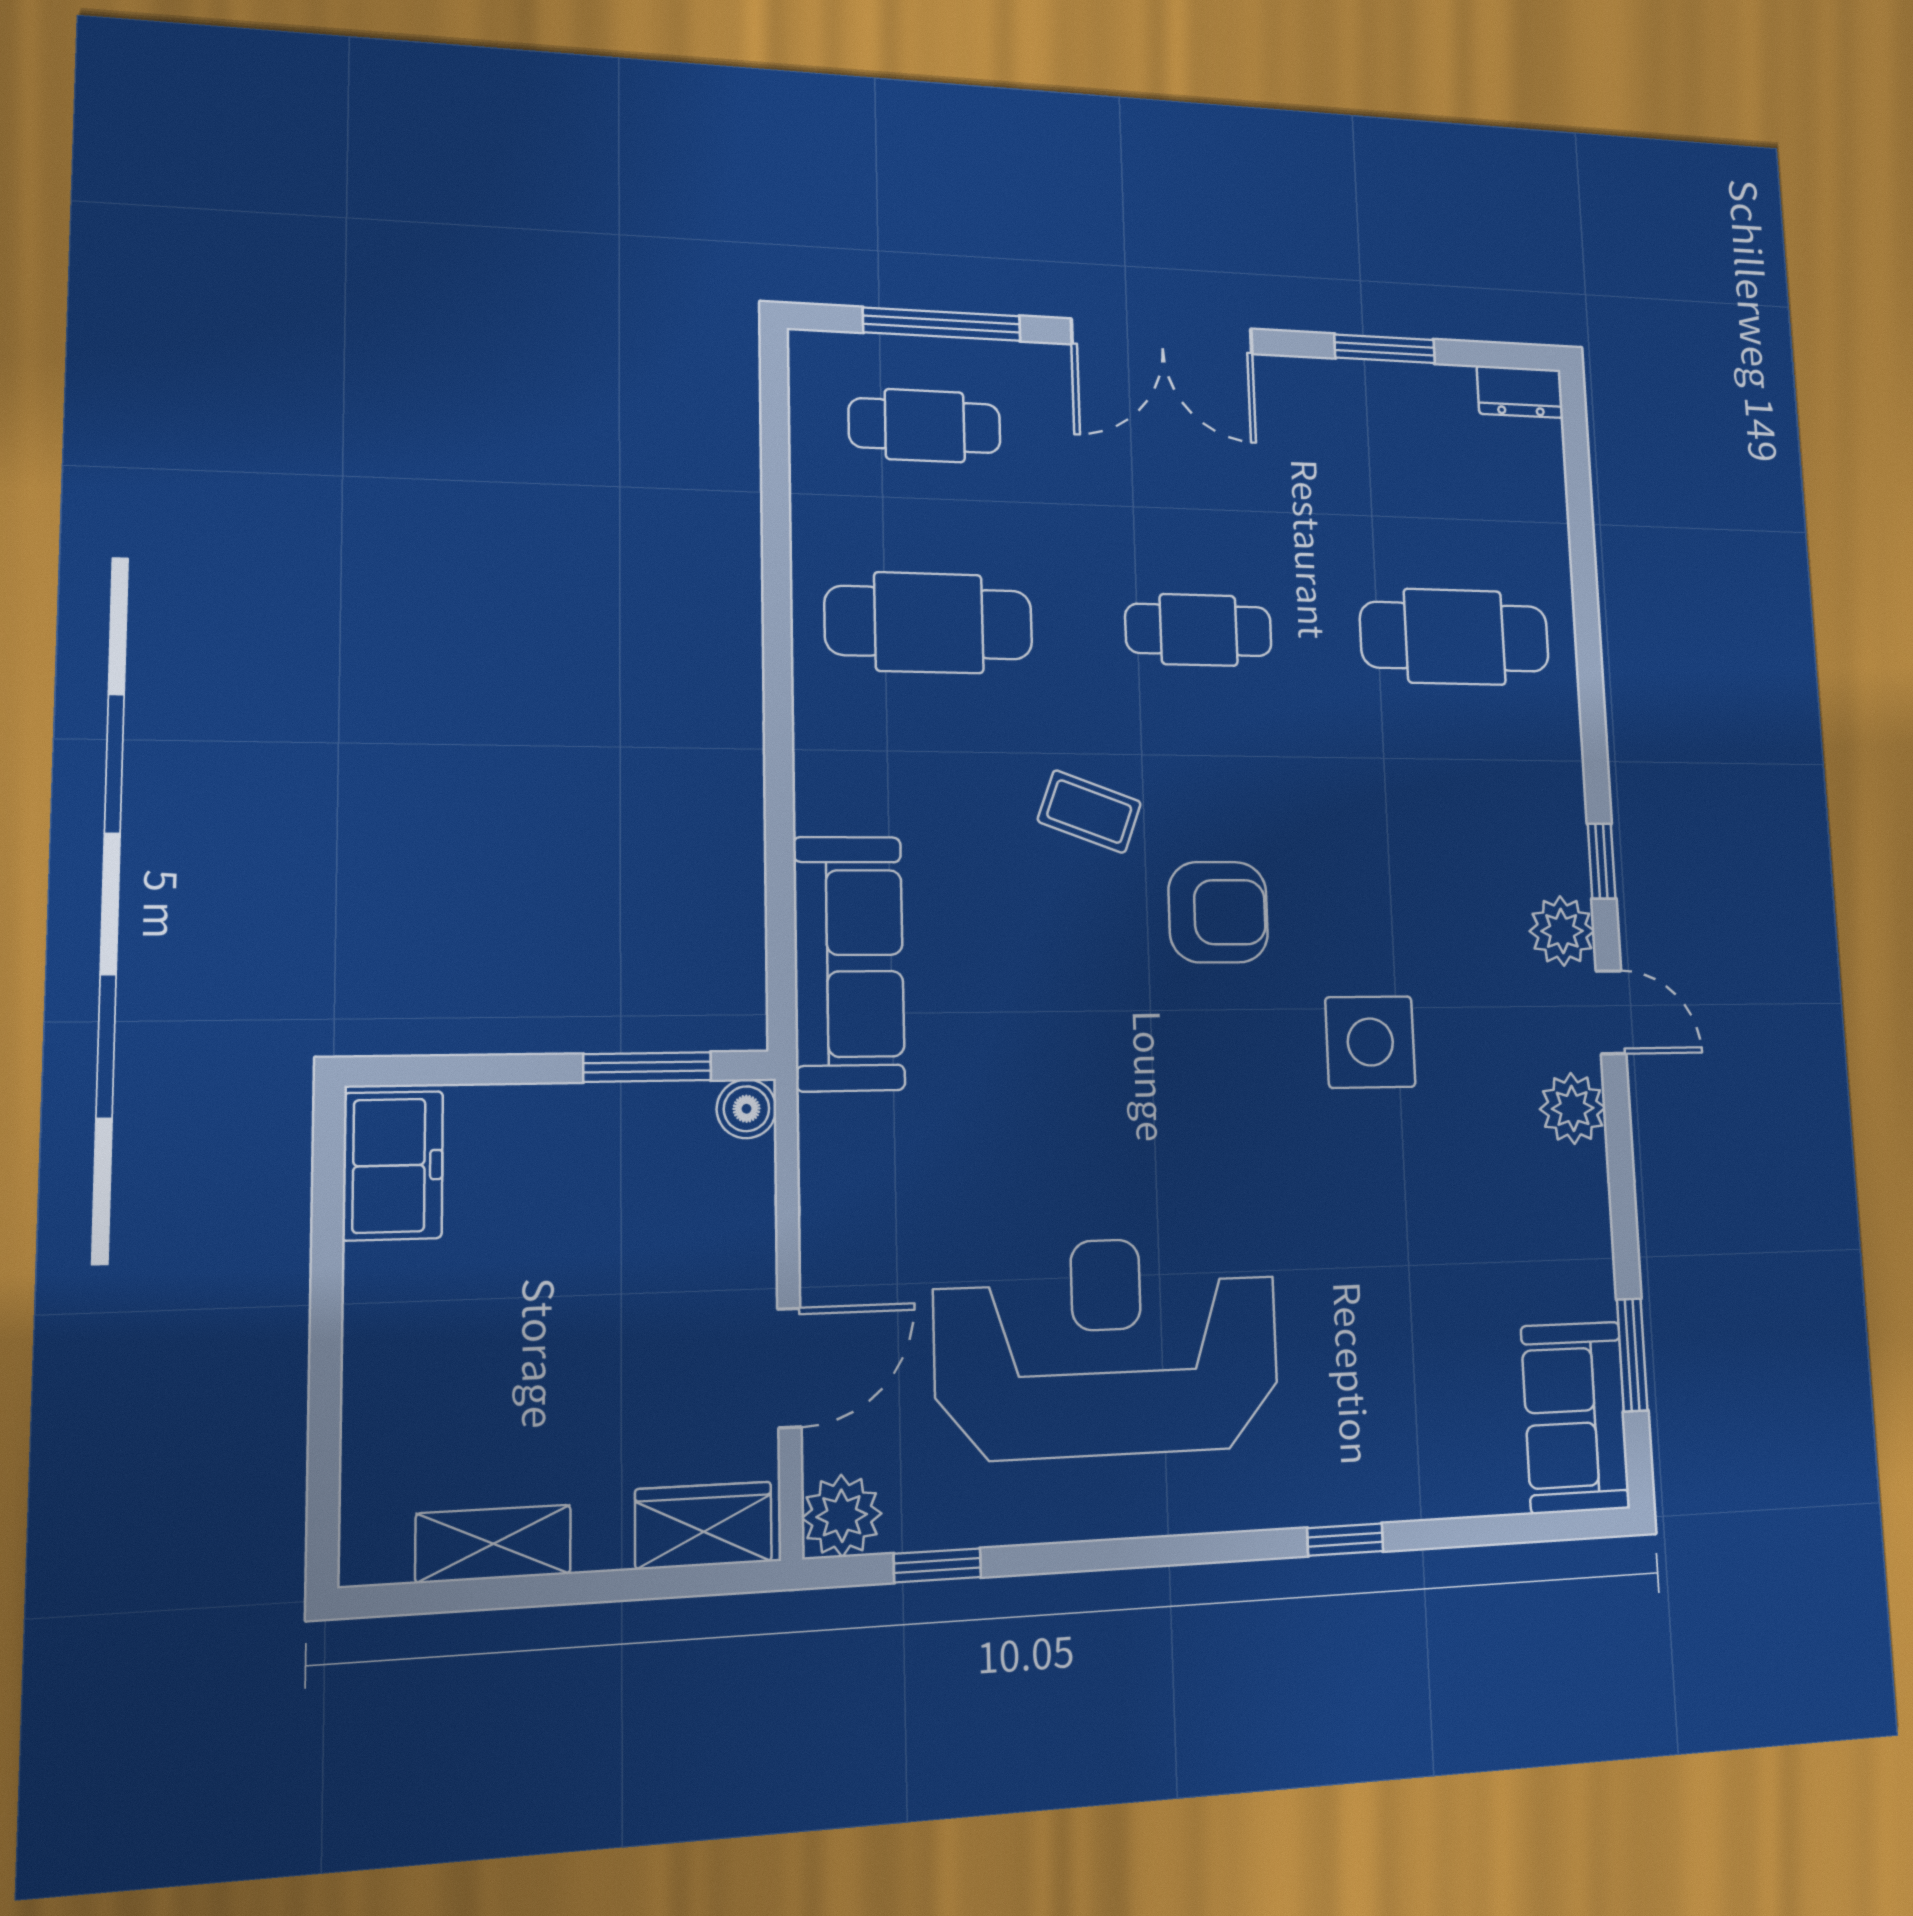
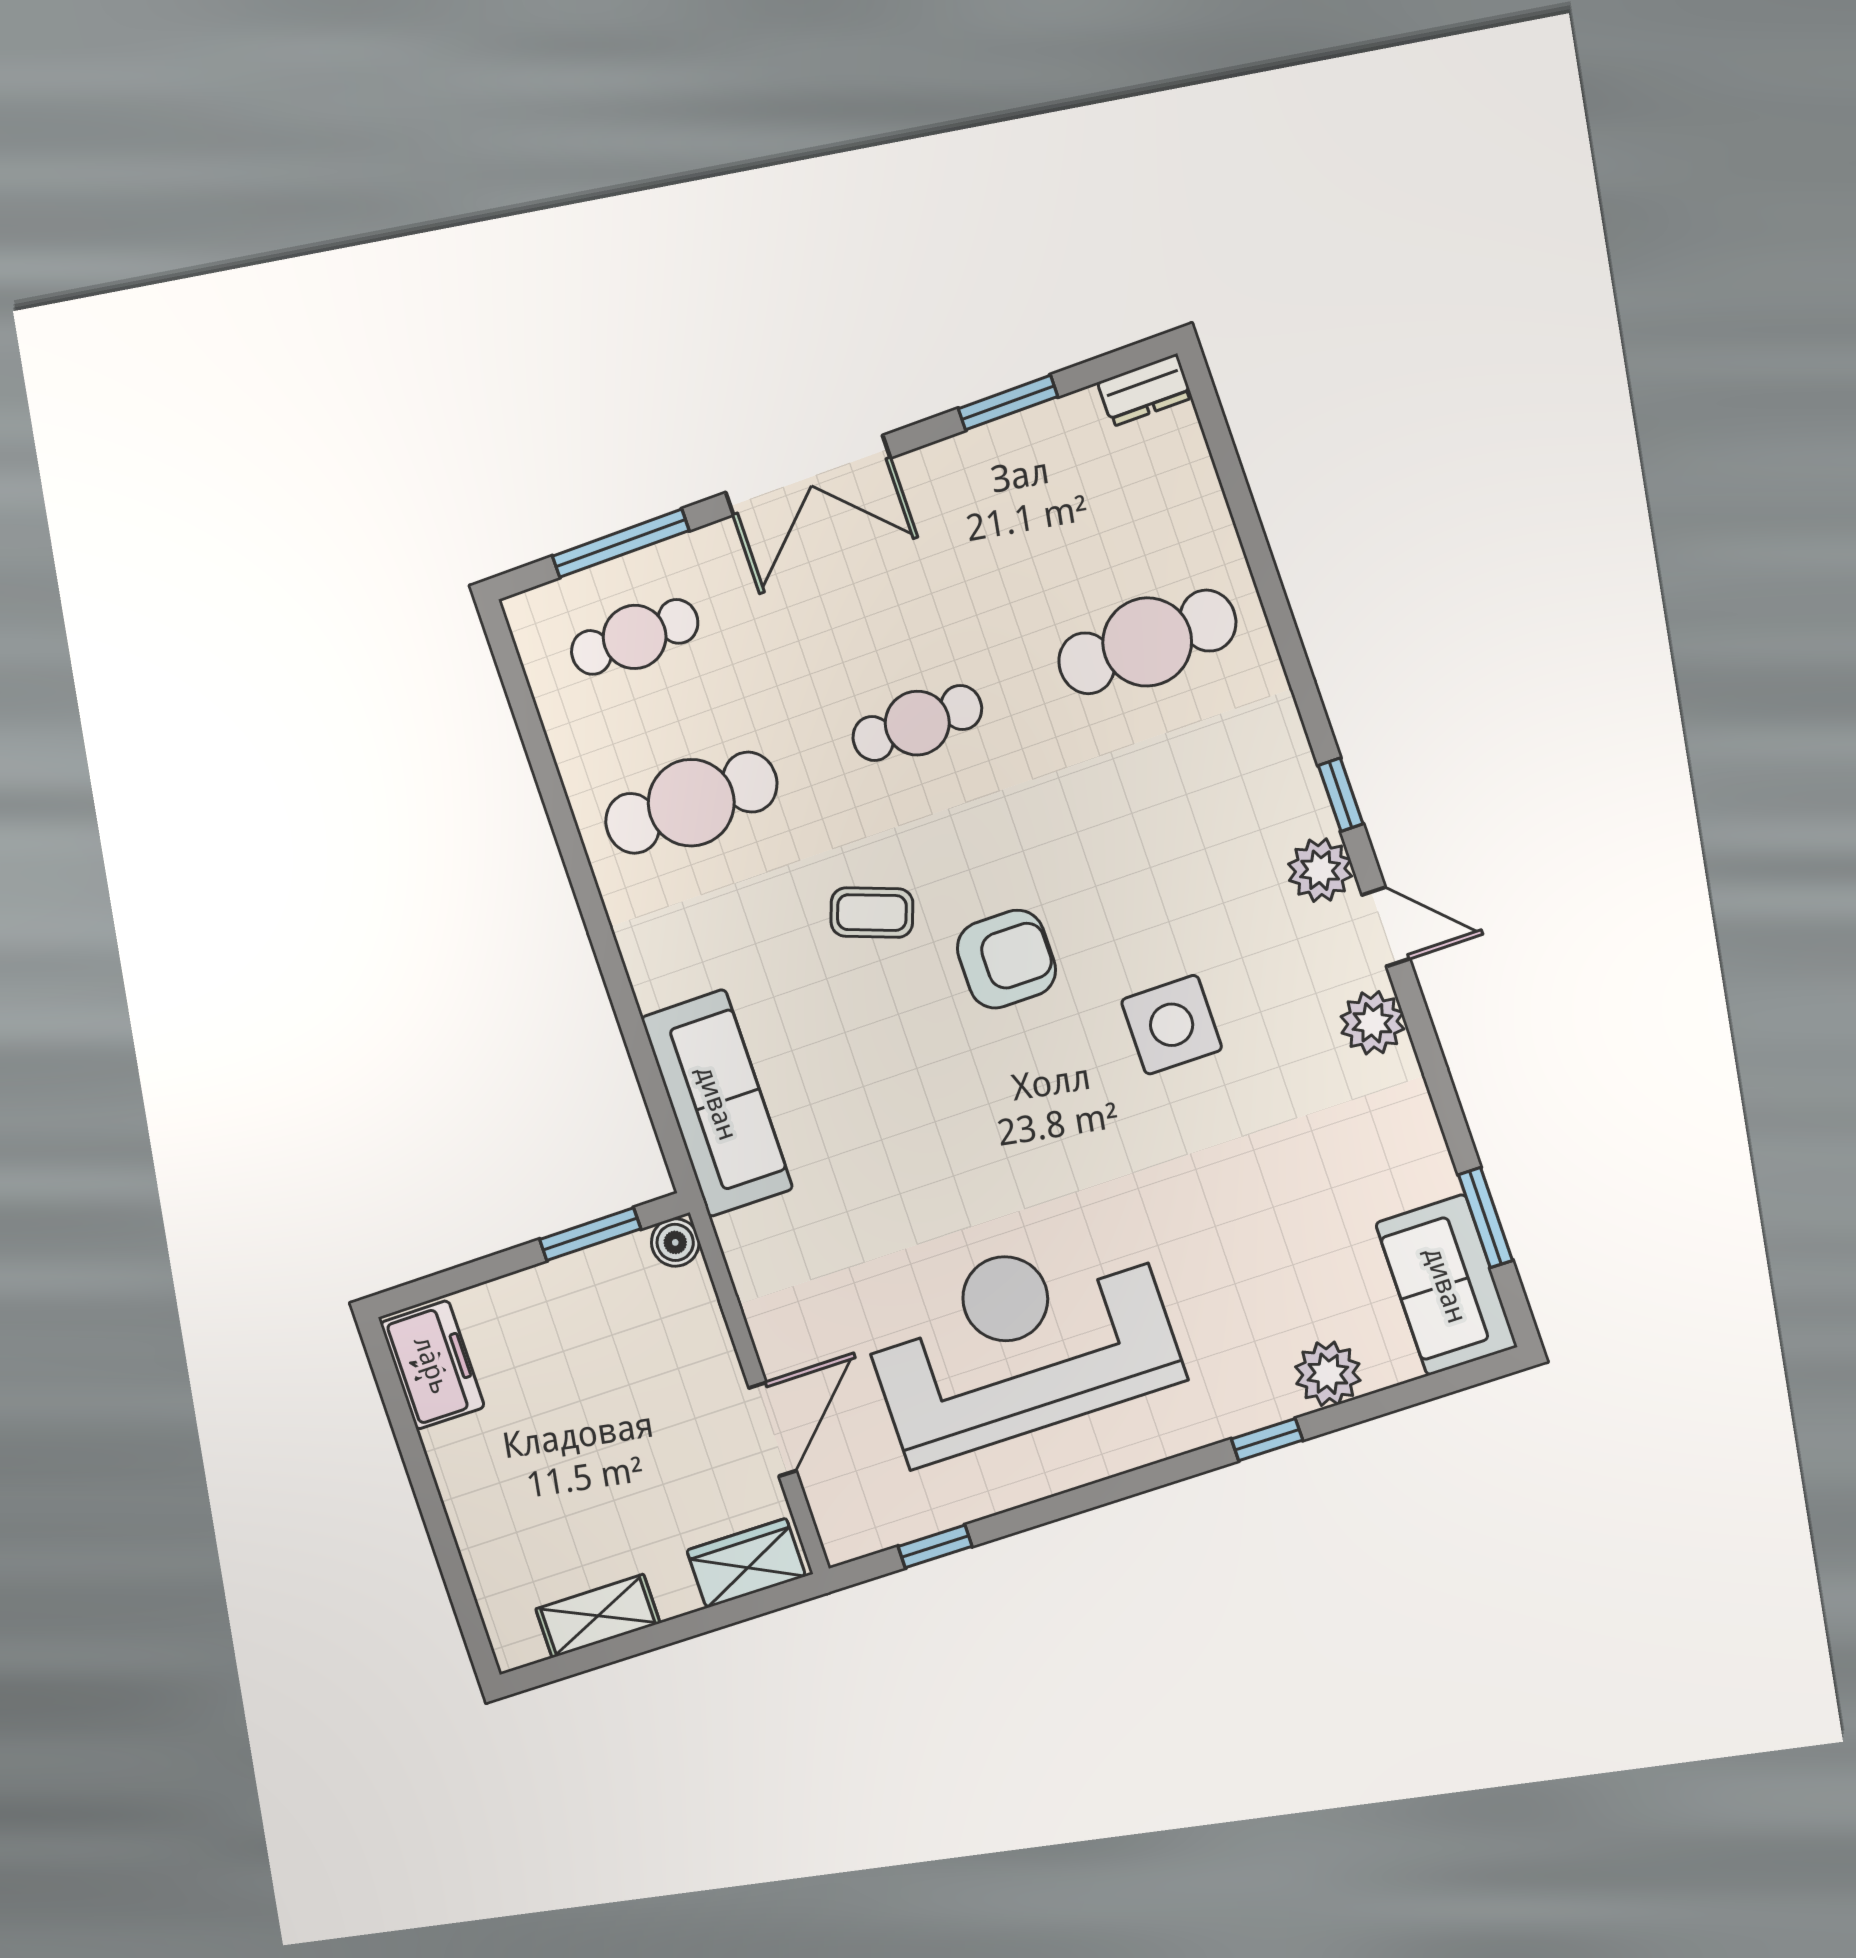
plant: (842, 1516) -> (1328, 1374), moved

